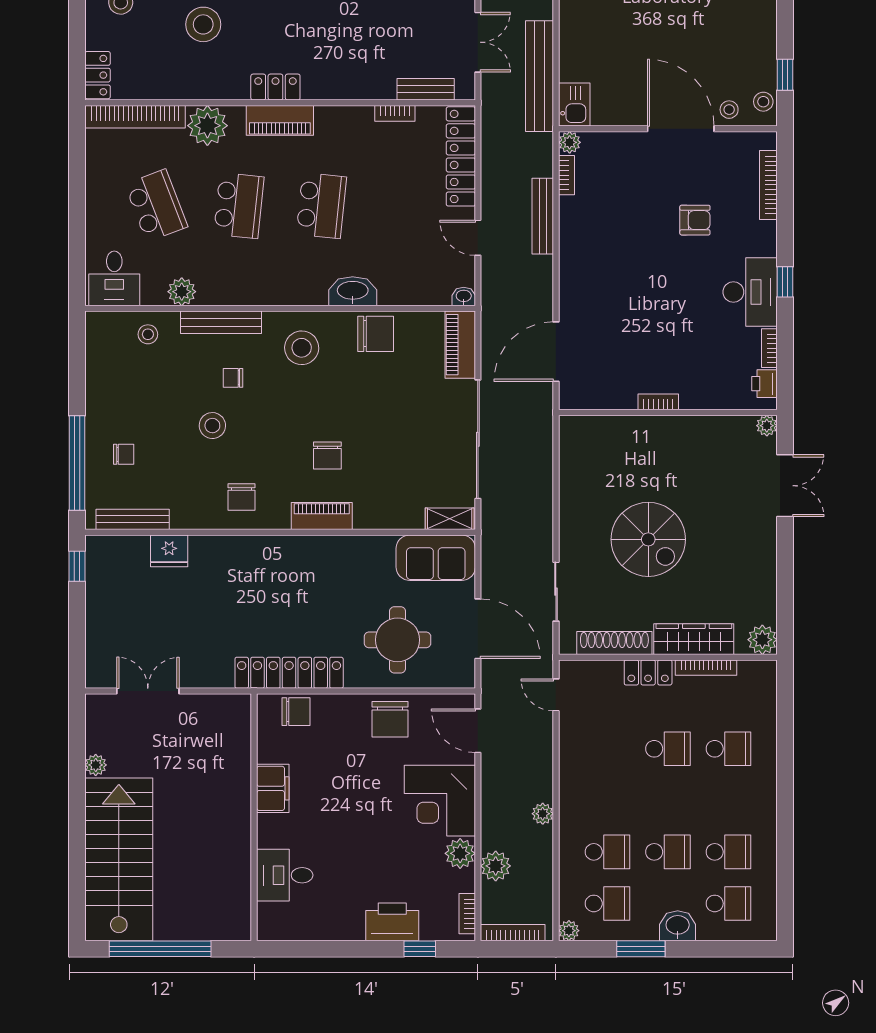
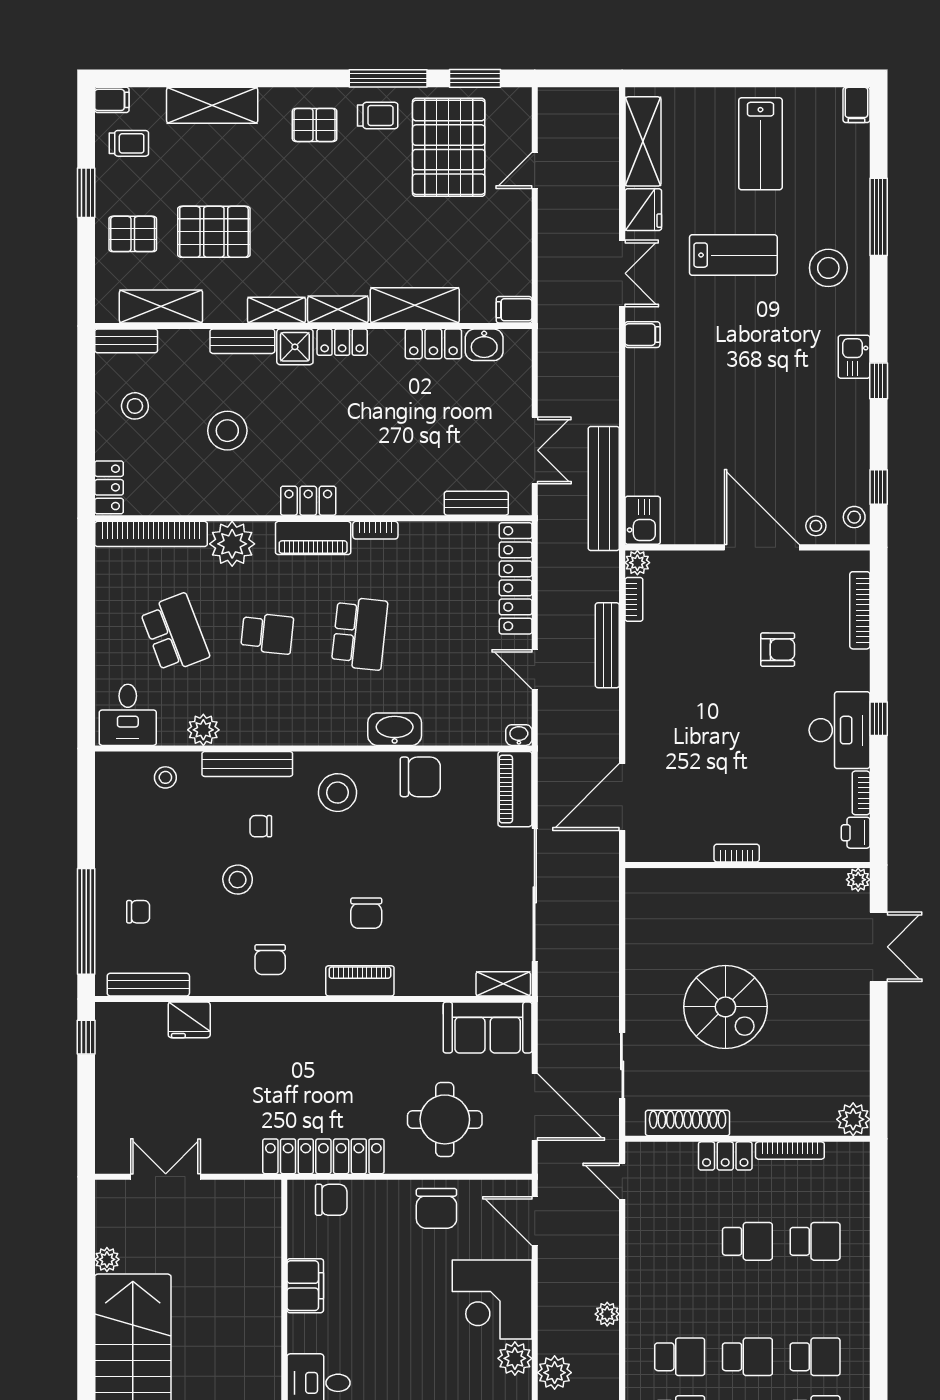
bookcase: (395, 113) -> (375, 530), moved
school desk: (239, 206) -> (267, 633), width x0.54
wardrobe: (694, 639) -> (776, 1119), removed

